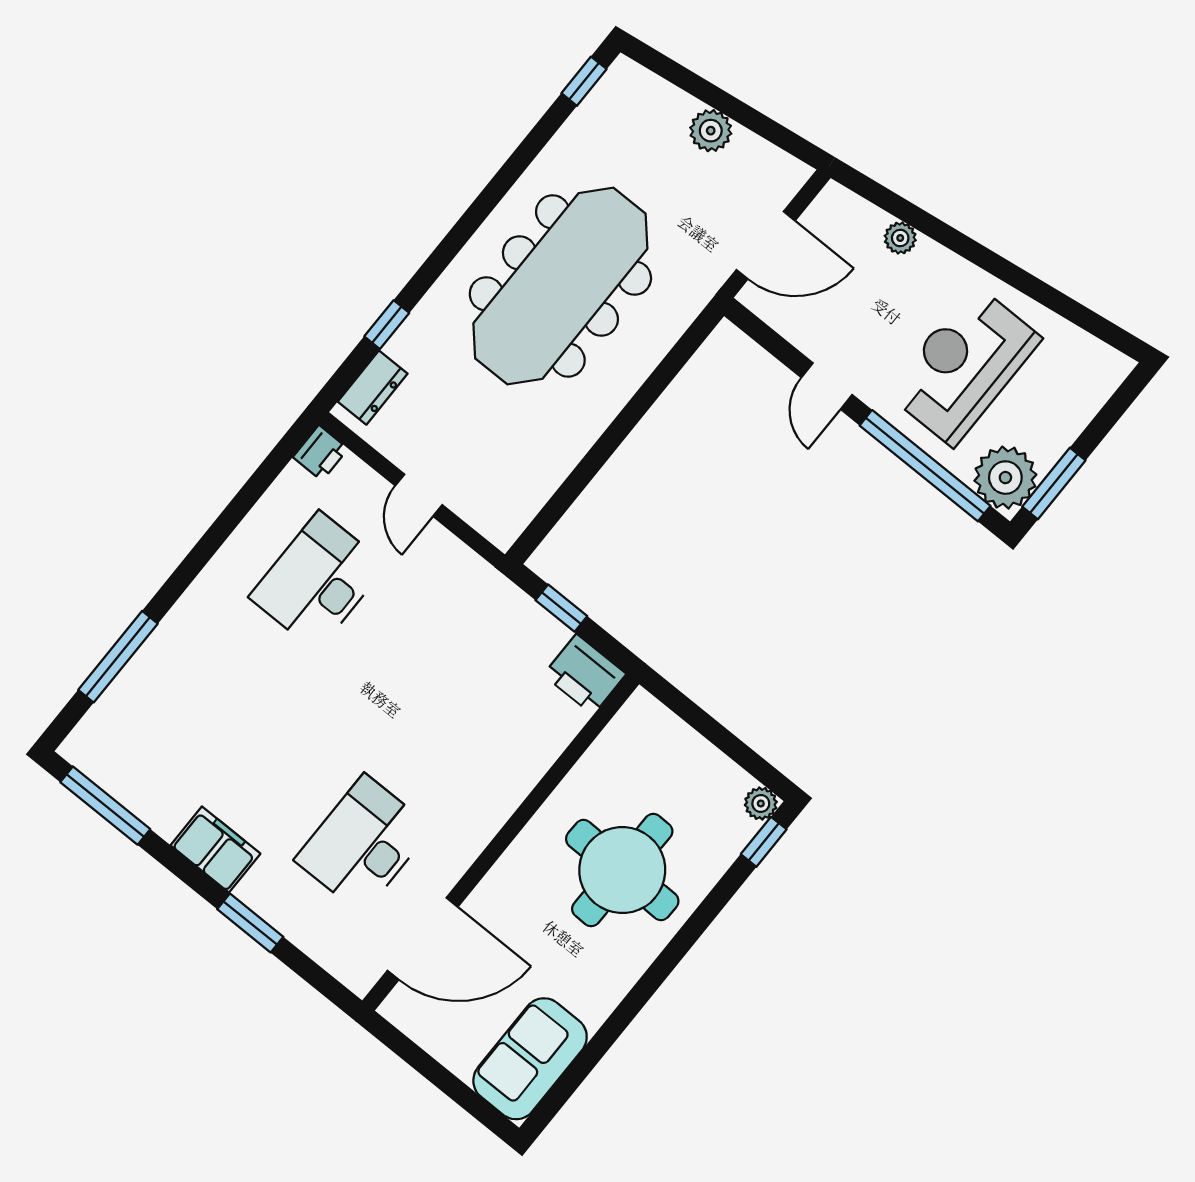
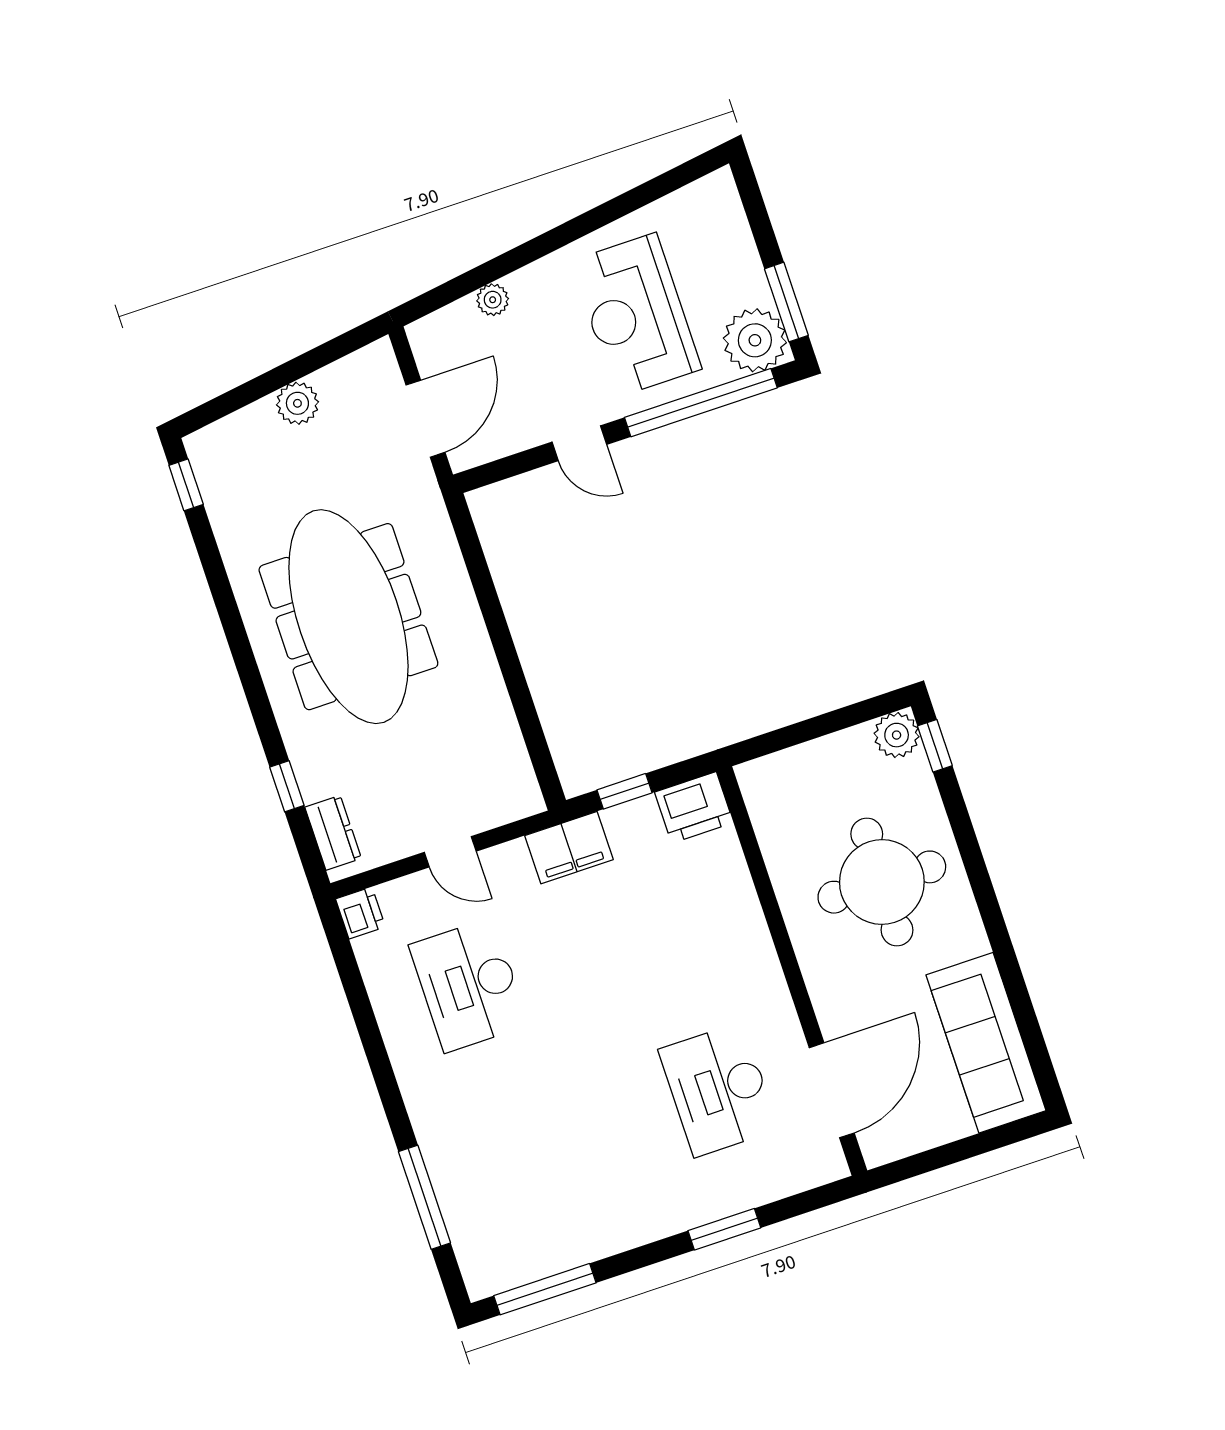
plant: (761, 803) -> (897, 735), width x1.38, depth x1.38
filing cabinet: (215, 850) -> (569, 848), moved, turned 180
sofa: (530, 1059) -> (986, 1043), width x1.36

